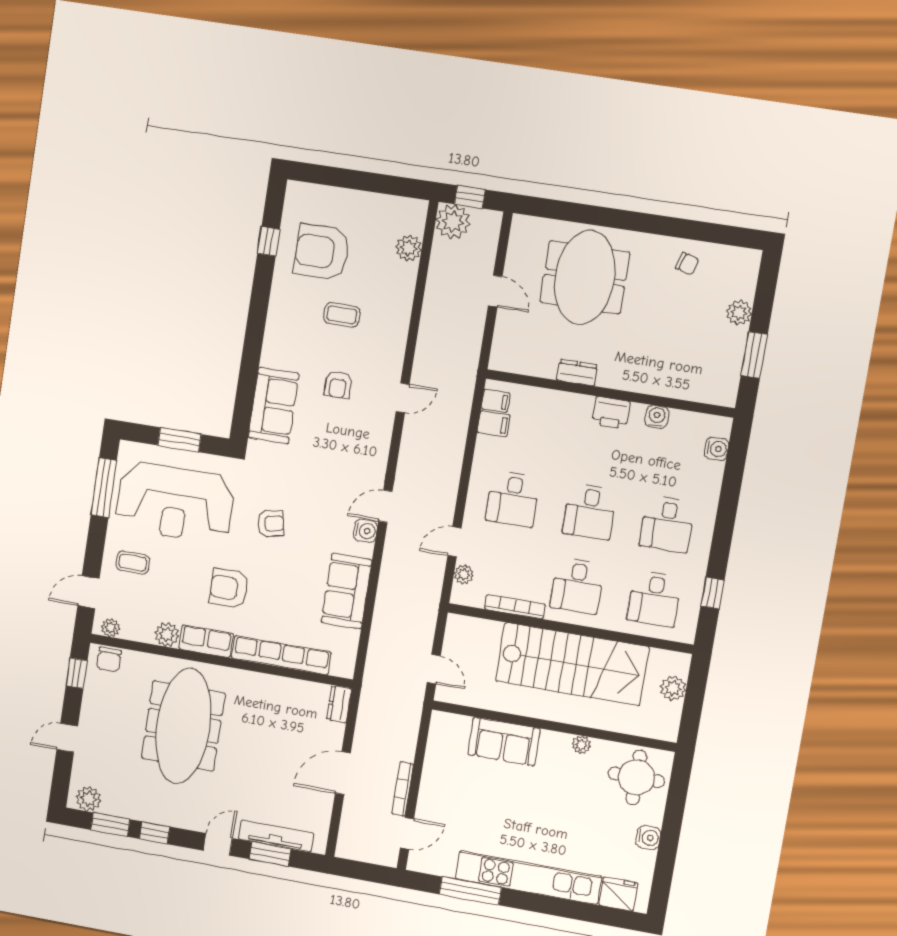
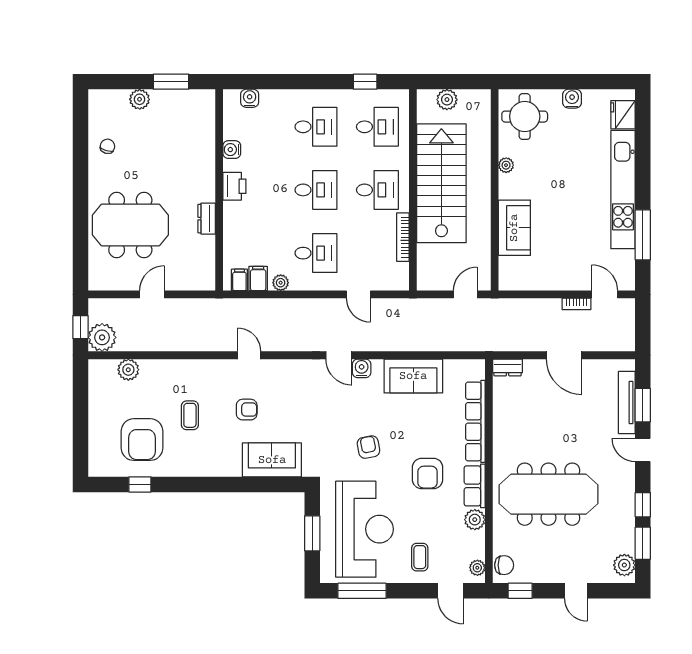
plant: (464, 574) -> (281, 283), moved
bookcase: (403, 789) -> (576, 304), width x0.64

